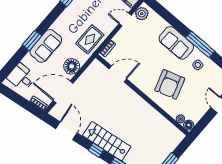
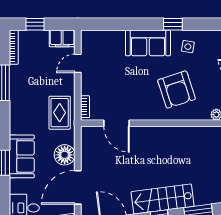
plant: (142, 14) -> (89, 43), removed
window: (200, 44) -> (173, 24), width x0.46
door: (118, 74) -> (116, 123), swing flipped

